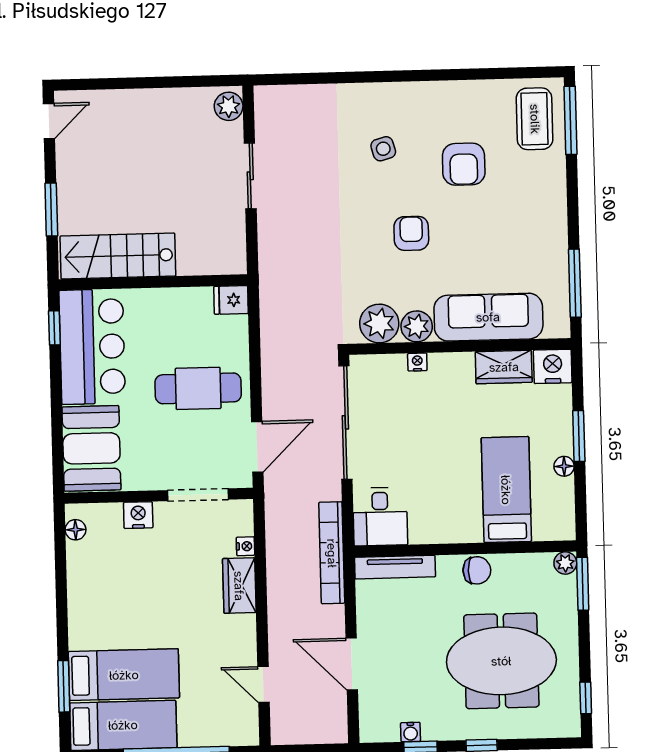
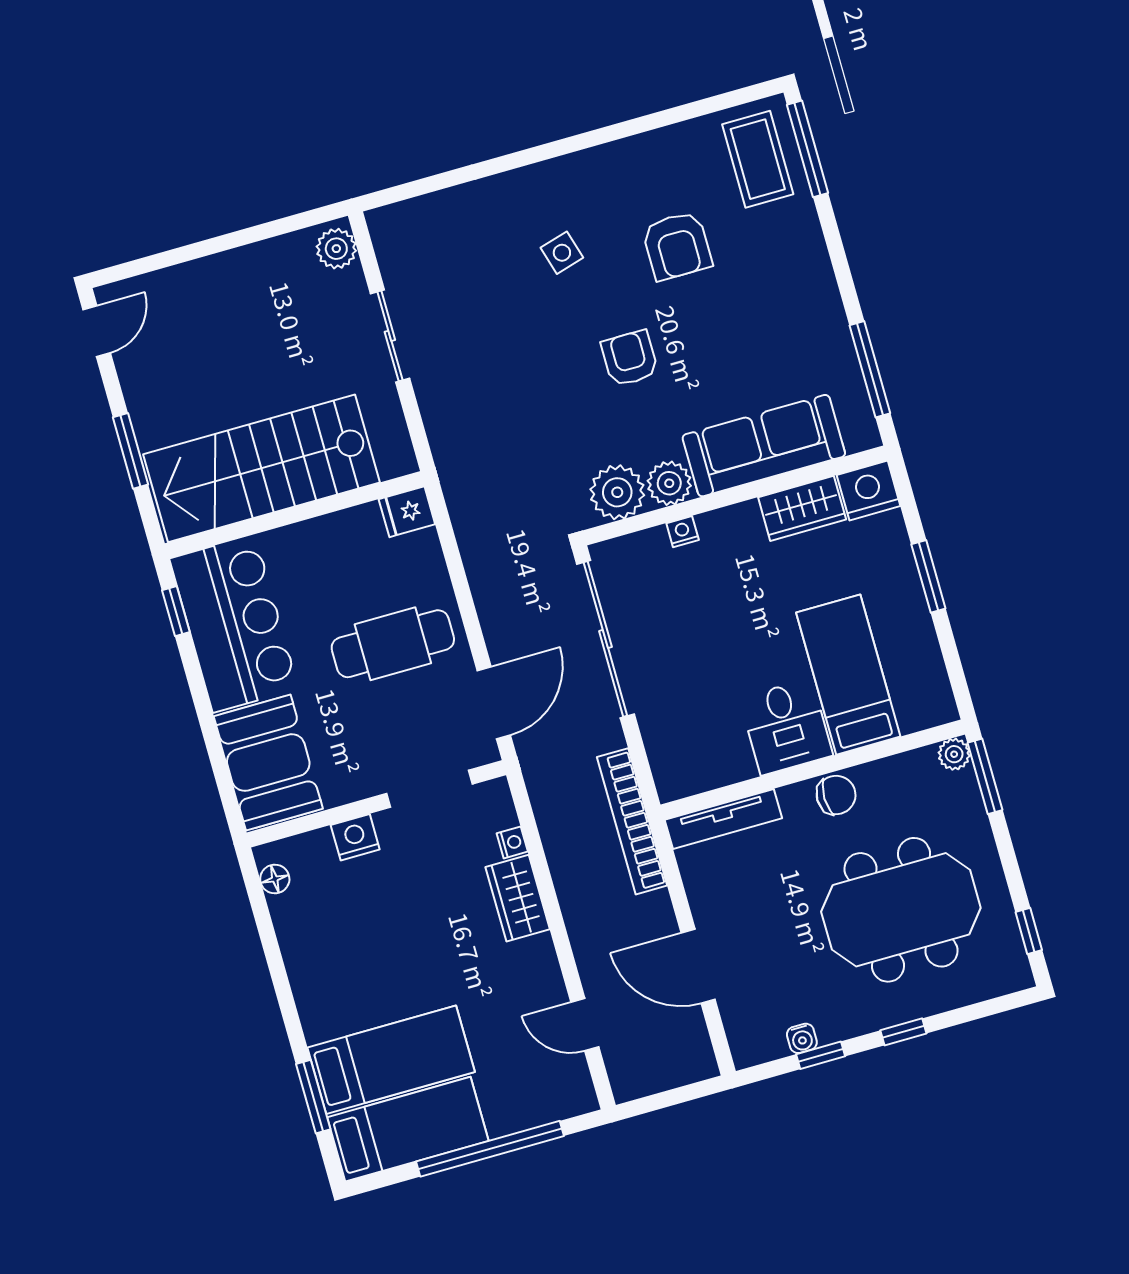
stairs: (118, 256) -> (262, 468), width x1.36, depth x1.51
floor lamp: (564, 466) -> (919, 623), removed
desk: (380, 517) -> (786, 727), moved

